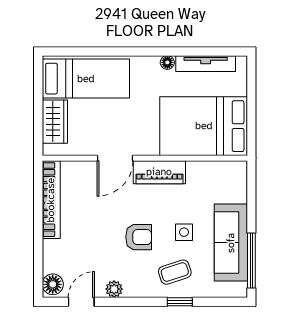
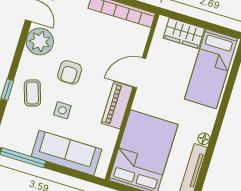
door: (115, 158) -> (139, 73), hinge flipped
sofa: (231, 243) -> (66, 153), moved
plant: (114, 289) -> (40, 41), width x1.87, depth x1.87

